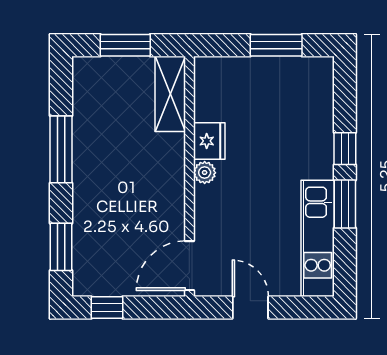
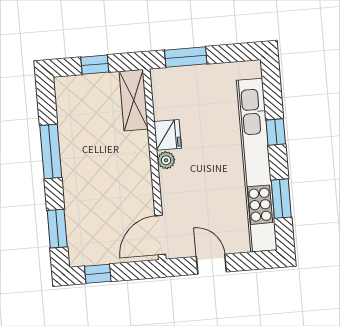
window: (125, 45) -> (95, 65), width x0.67
window: (276, 45) -> (186, 57), moved
window: (345, 204) -> (281, 199), moved
kitchen unit: (318, 238) -> (257, 165), width x1.86

